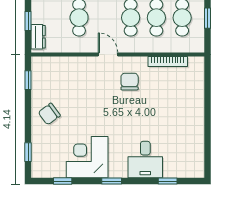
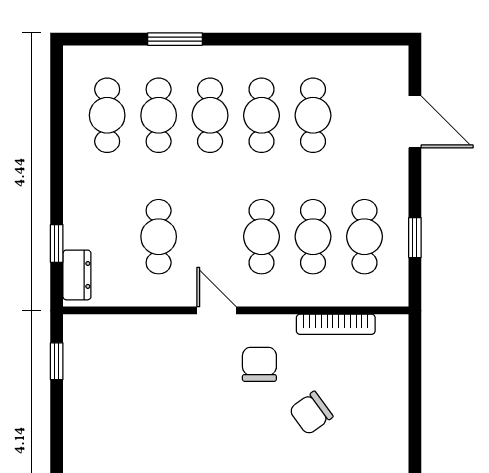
chair: (49, 114) -> (311, 413), moved

